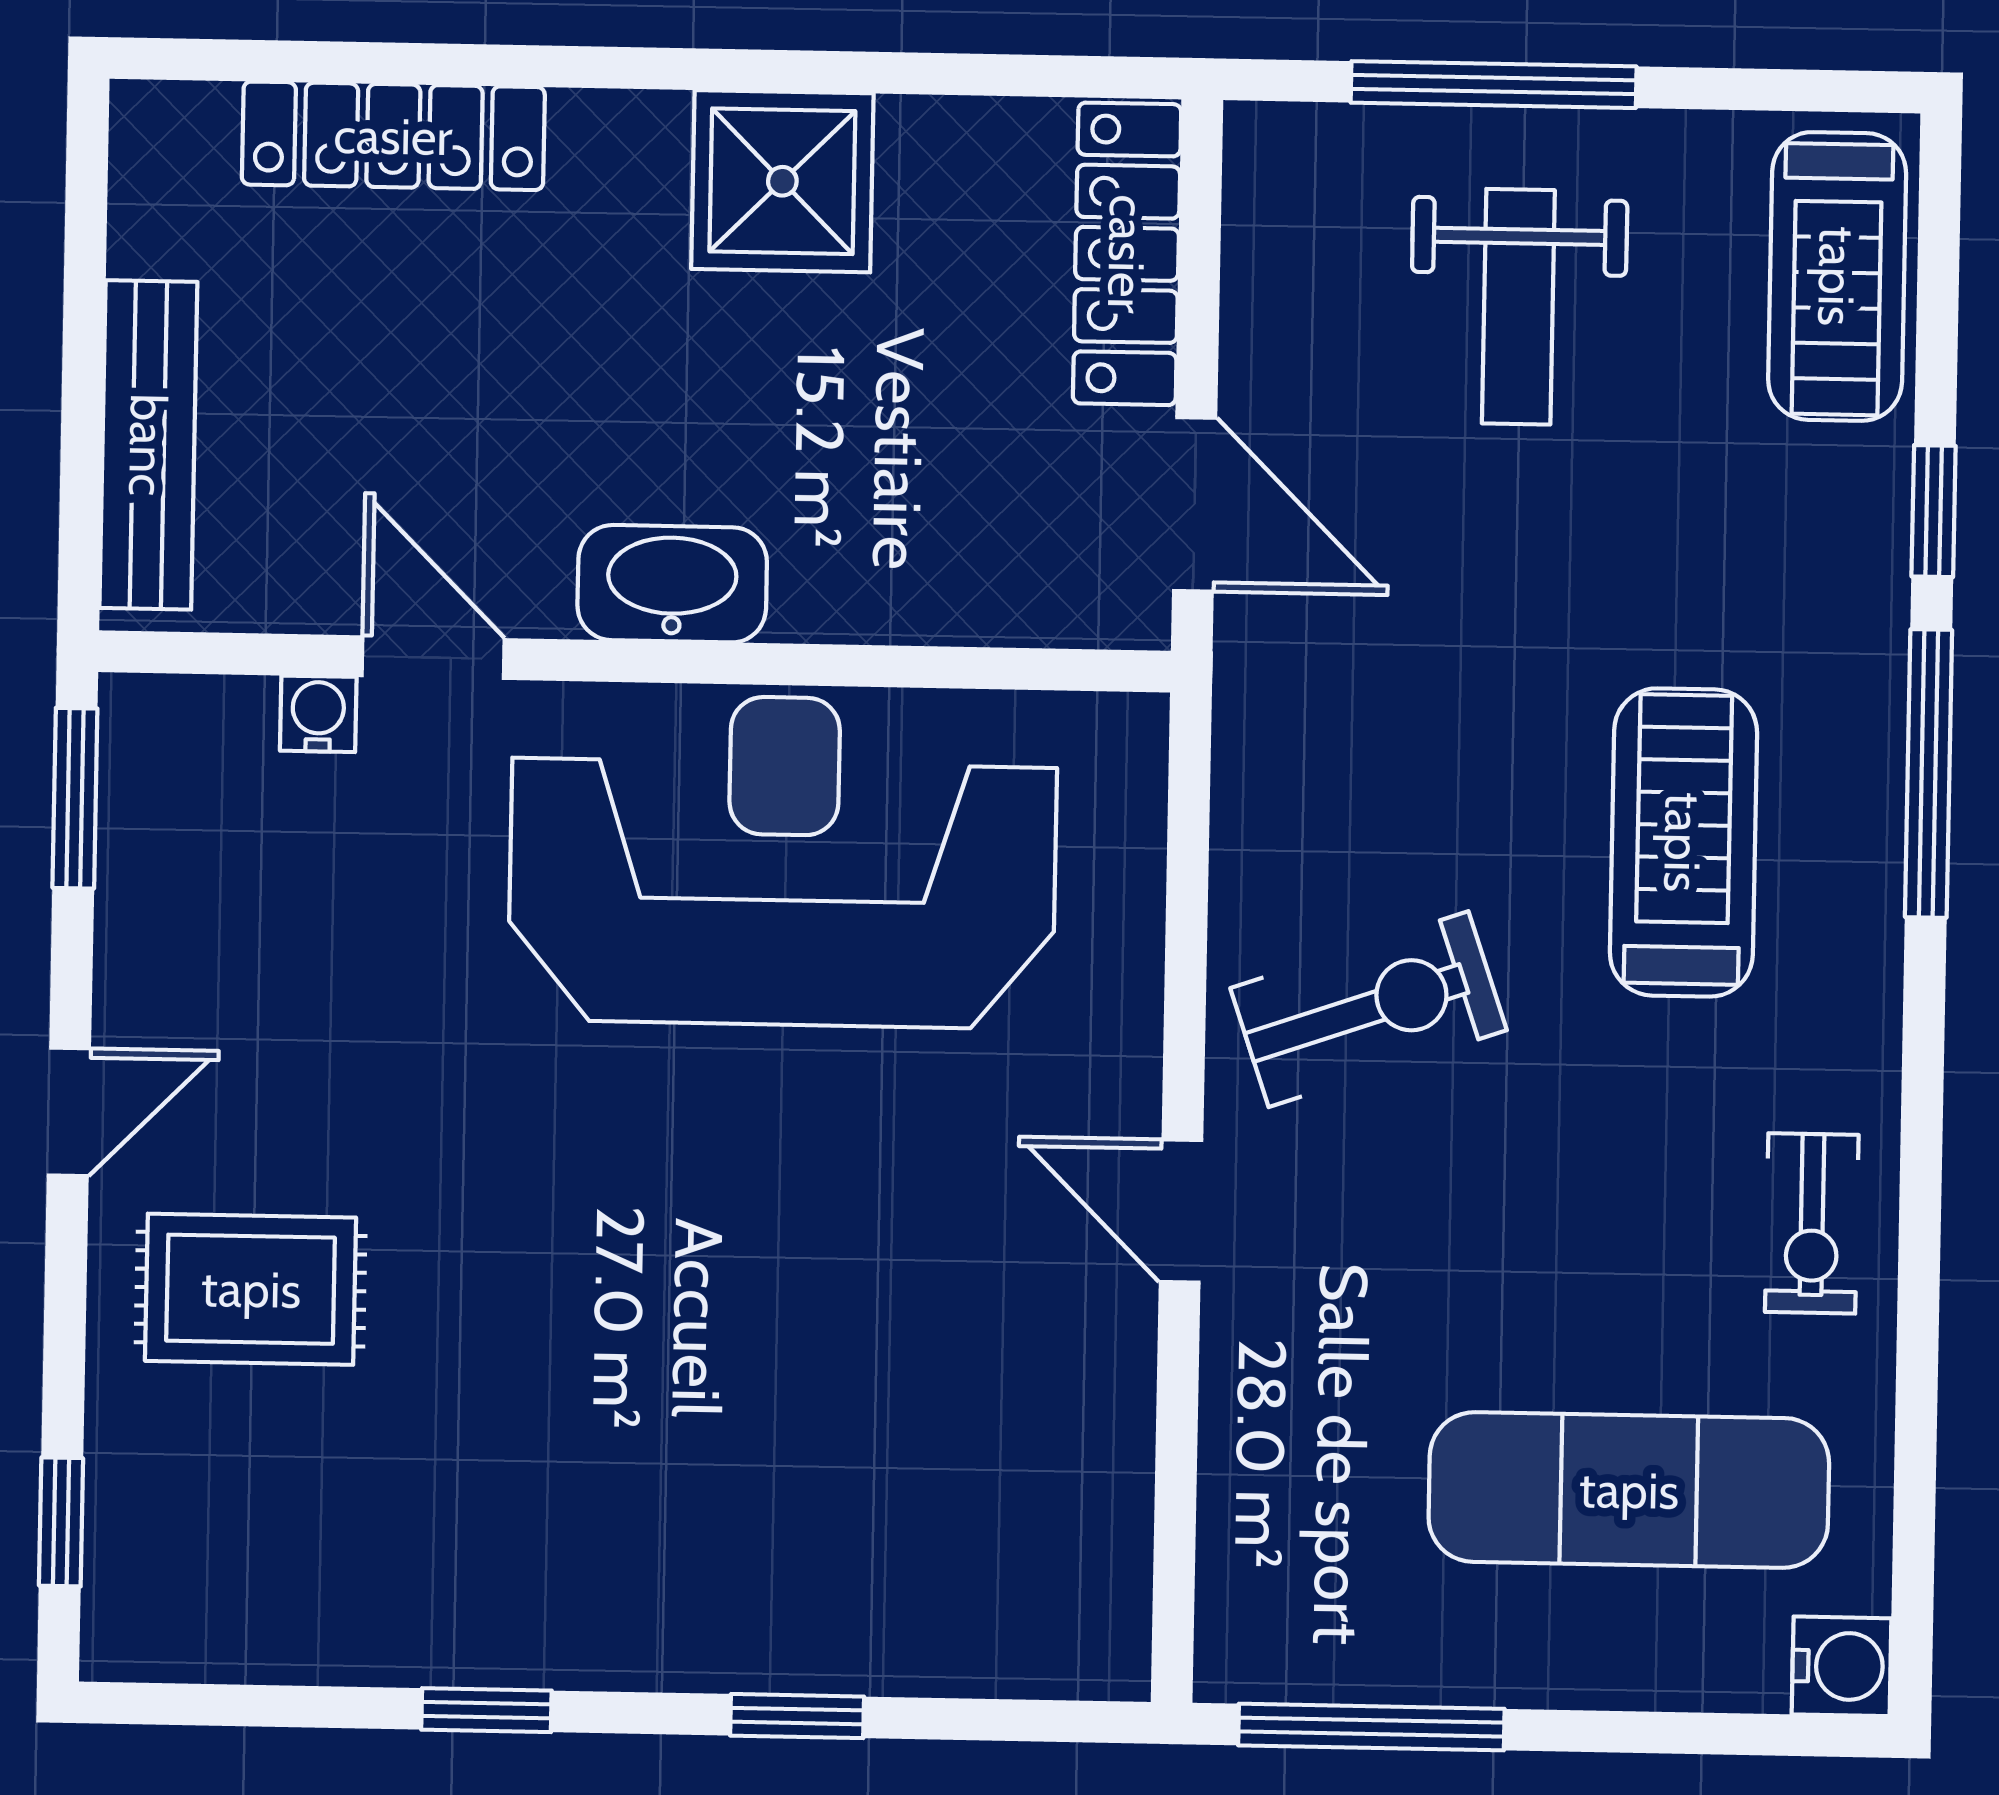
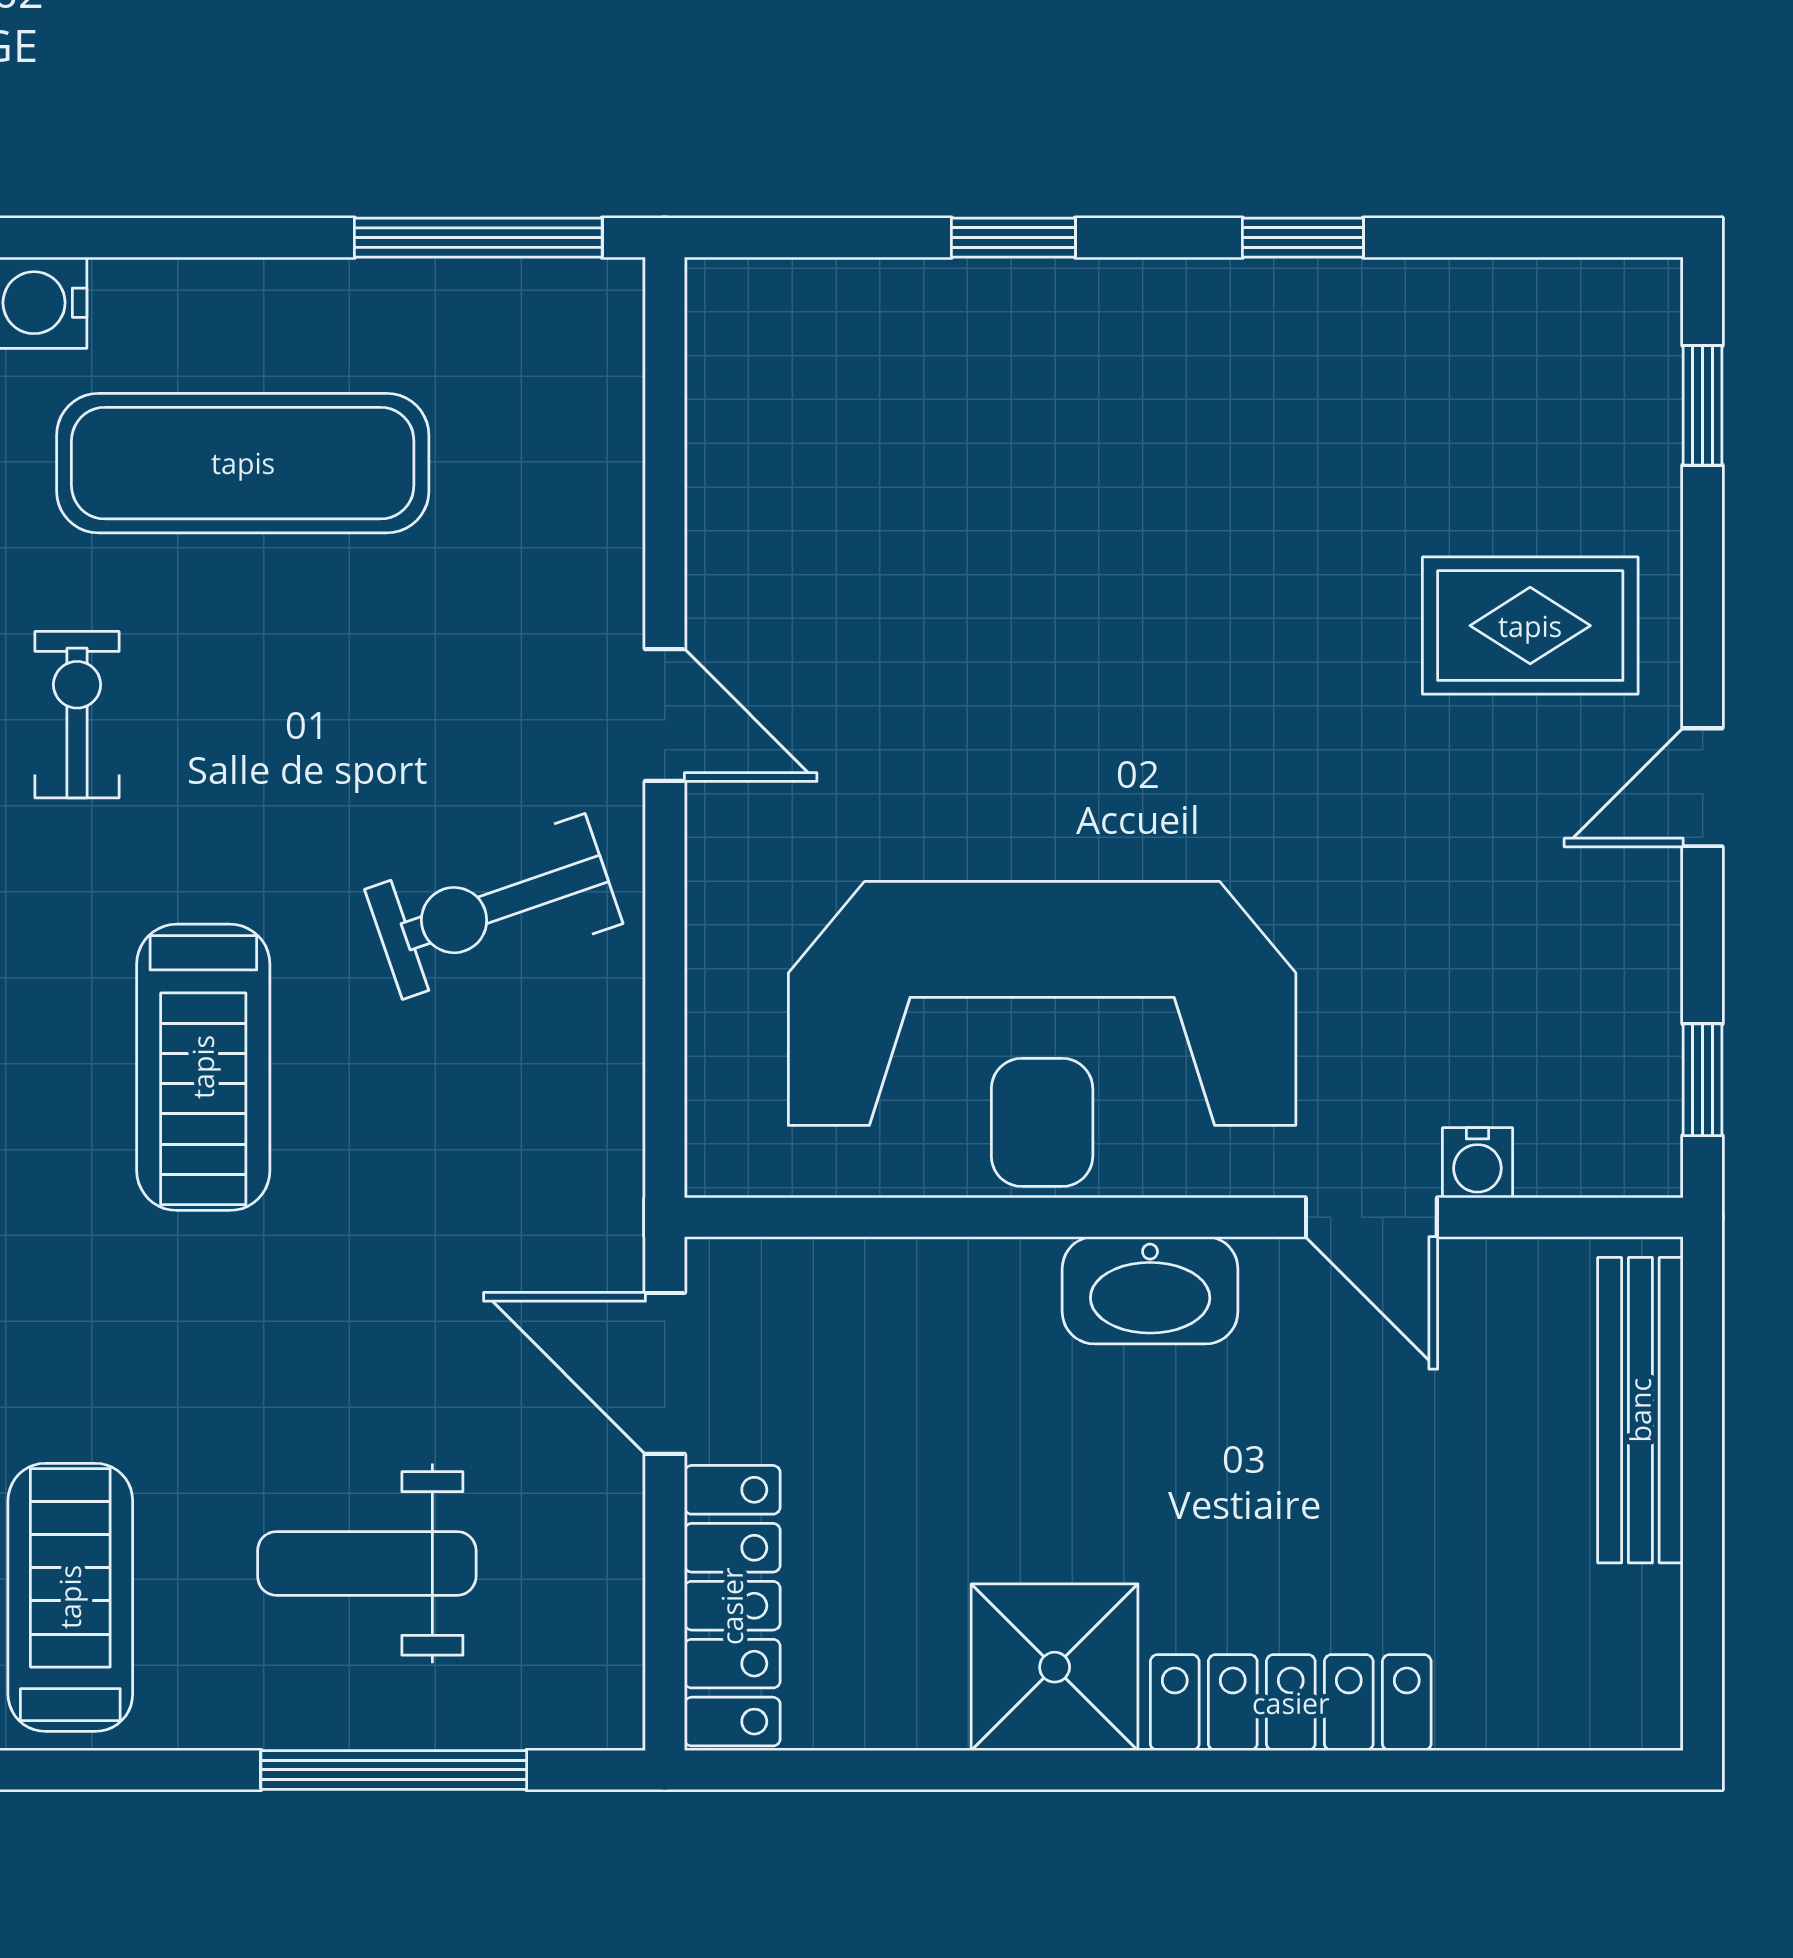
locker: (393, 136) -> (1291, 1703), moved
weight bench: (1518, 307) -> (367, 1563), turned -90
window: (75, 798) -> (1703, 1080), width x0.67

